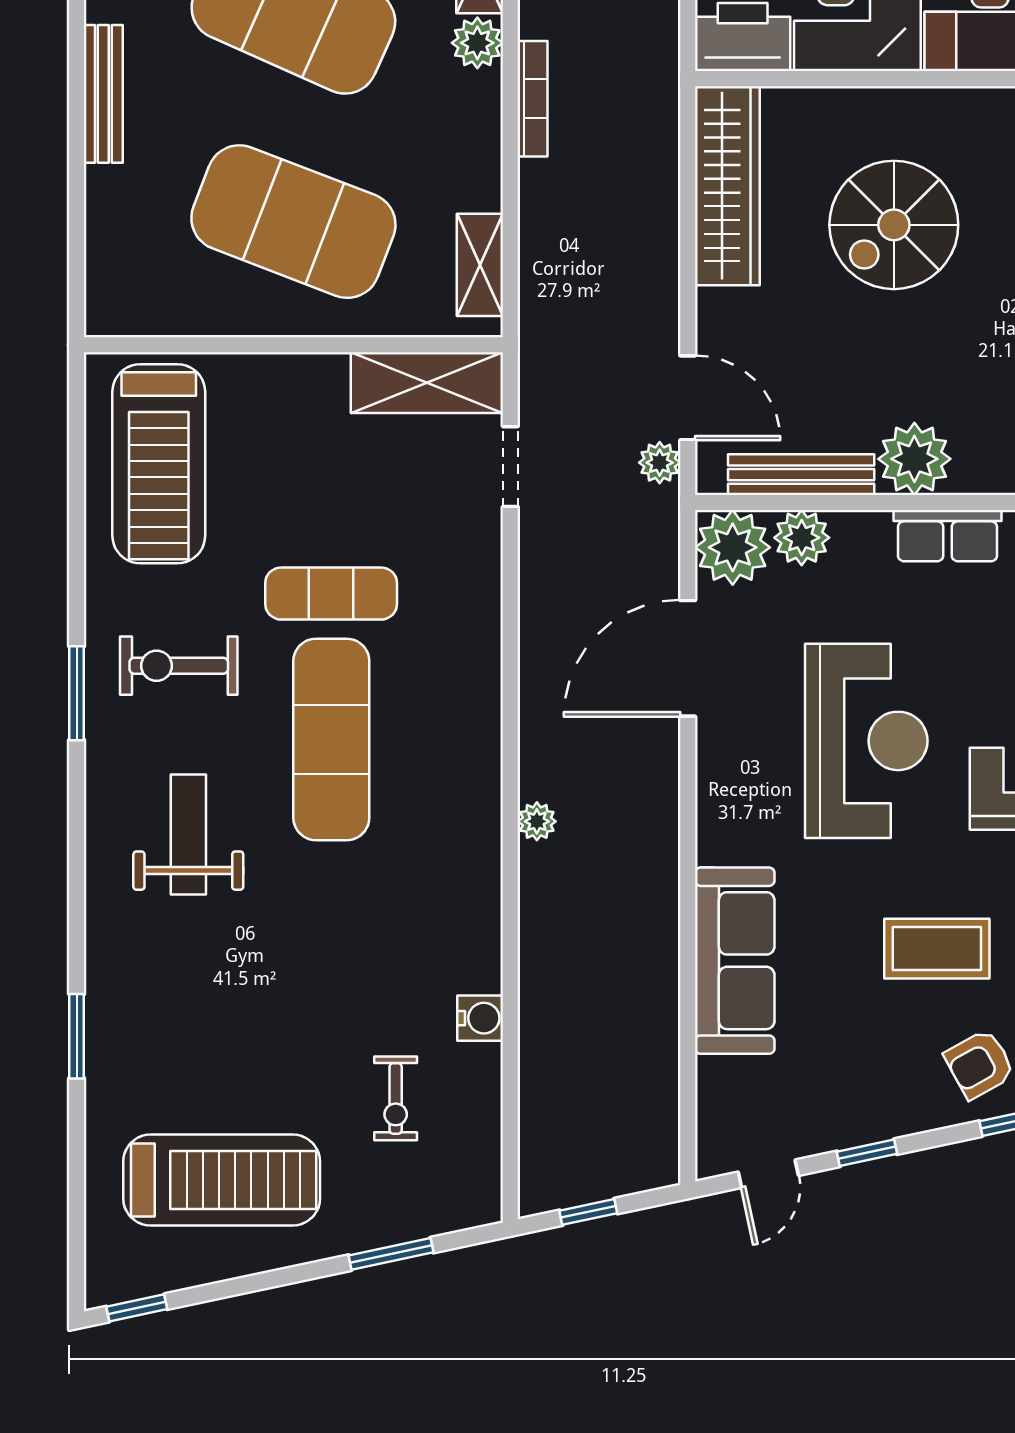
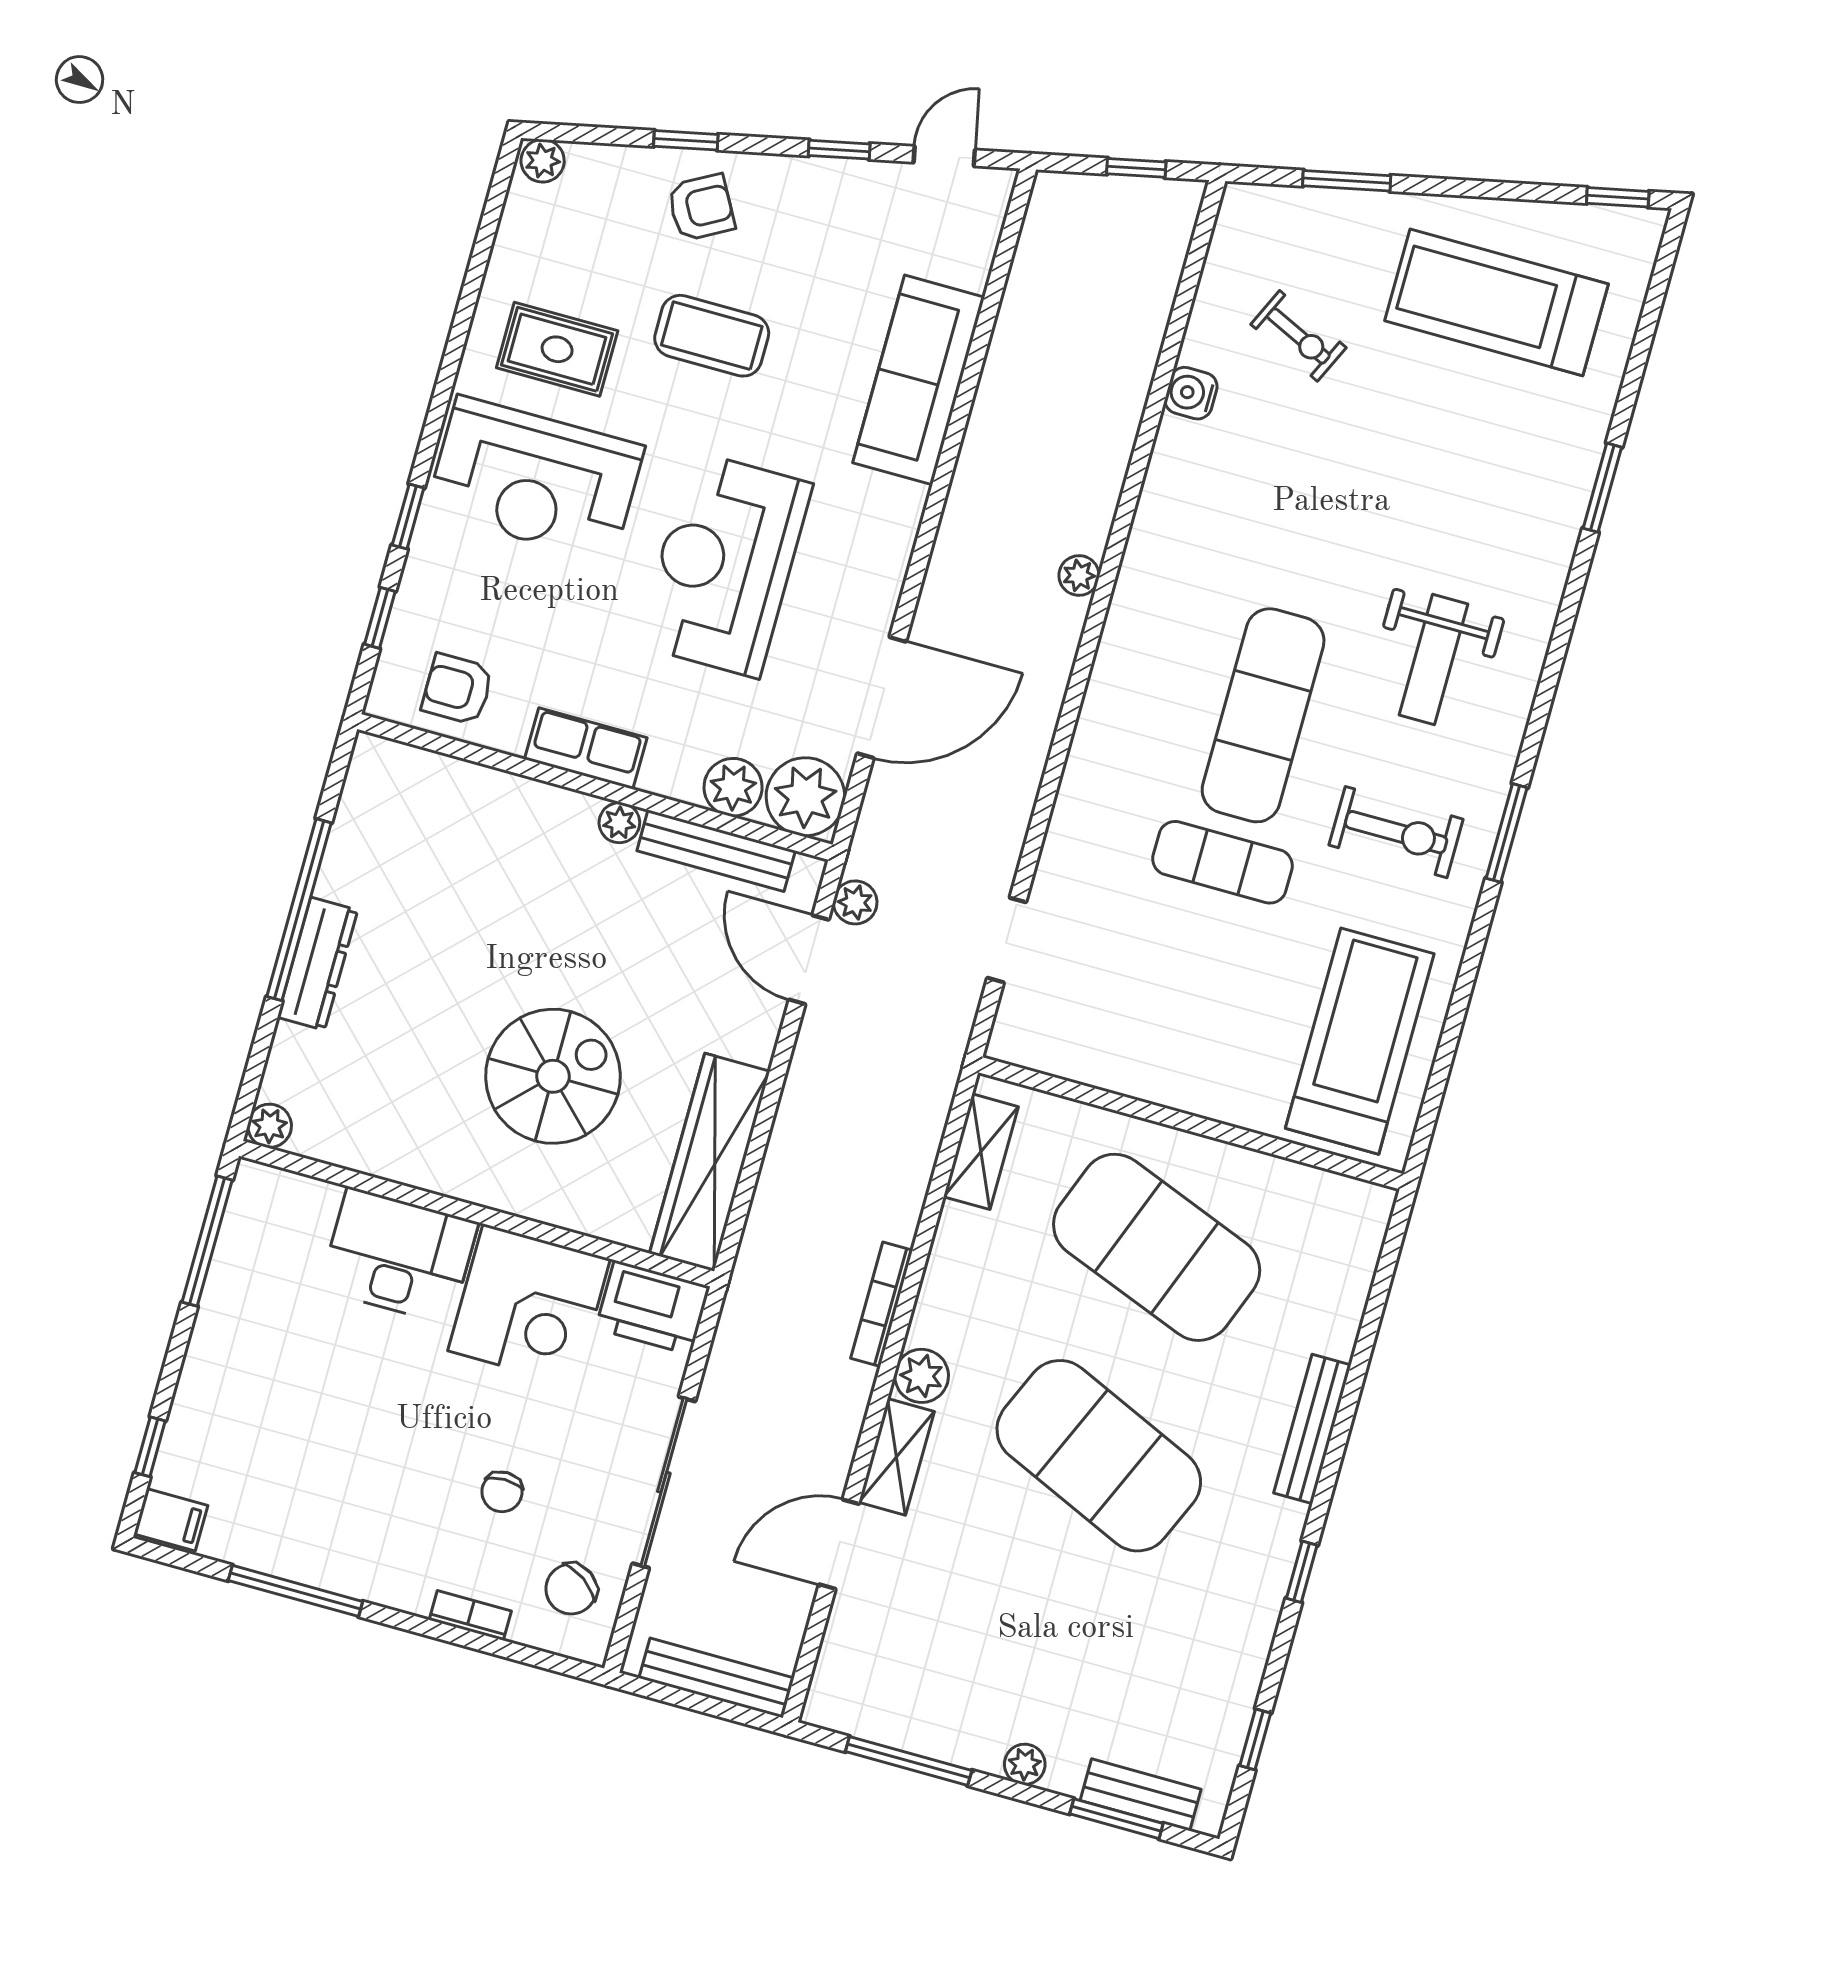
shelving: (427, 383) -> (1067, 1048), removed
plant: (914, 459) -> (619, 823), width x0.53, depth x0.53
exercise bike: (396, 1098) -> (1299, 336), turned 115

